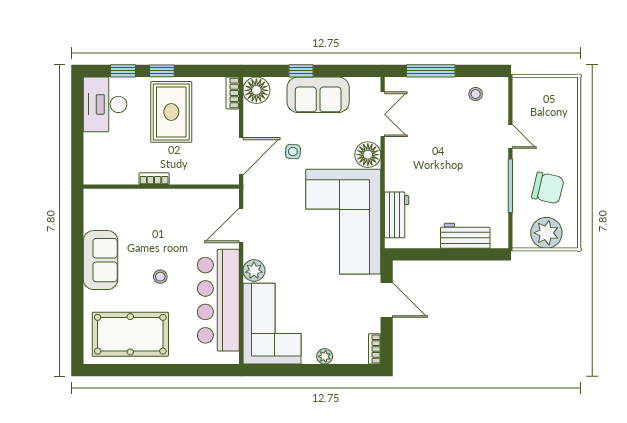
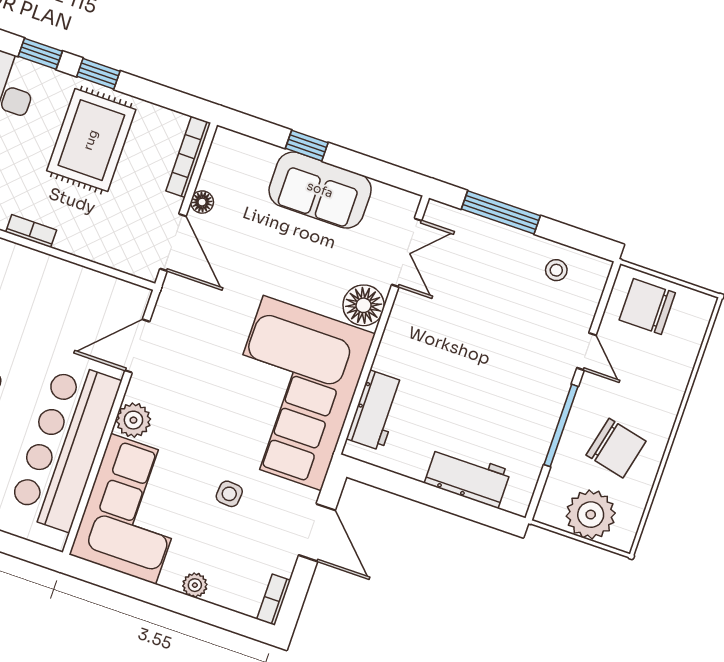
floor lamp: (256, 90) -> (202, 202), moved, width x0.53, depth x0.53
bookcase: (233, 93) -> (188, 157), width x1.56
chair: (537, 97) -> (647, 306), added
side table: (293, 152) -> (229, 494), moved
door: (241, 156) -> (173, 242), hinge flipped

